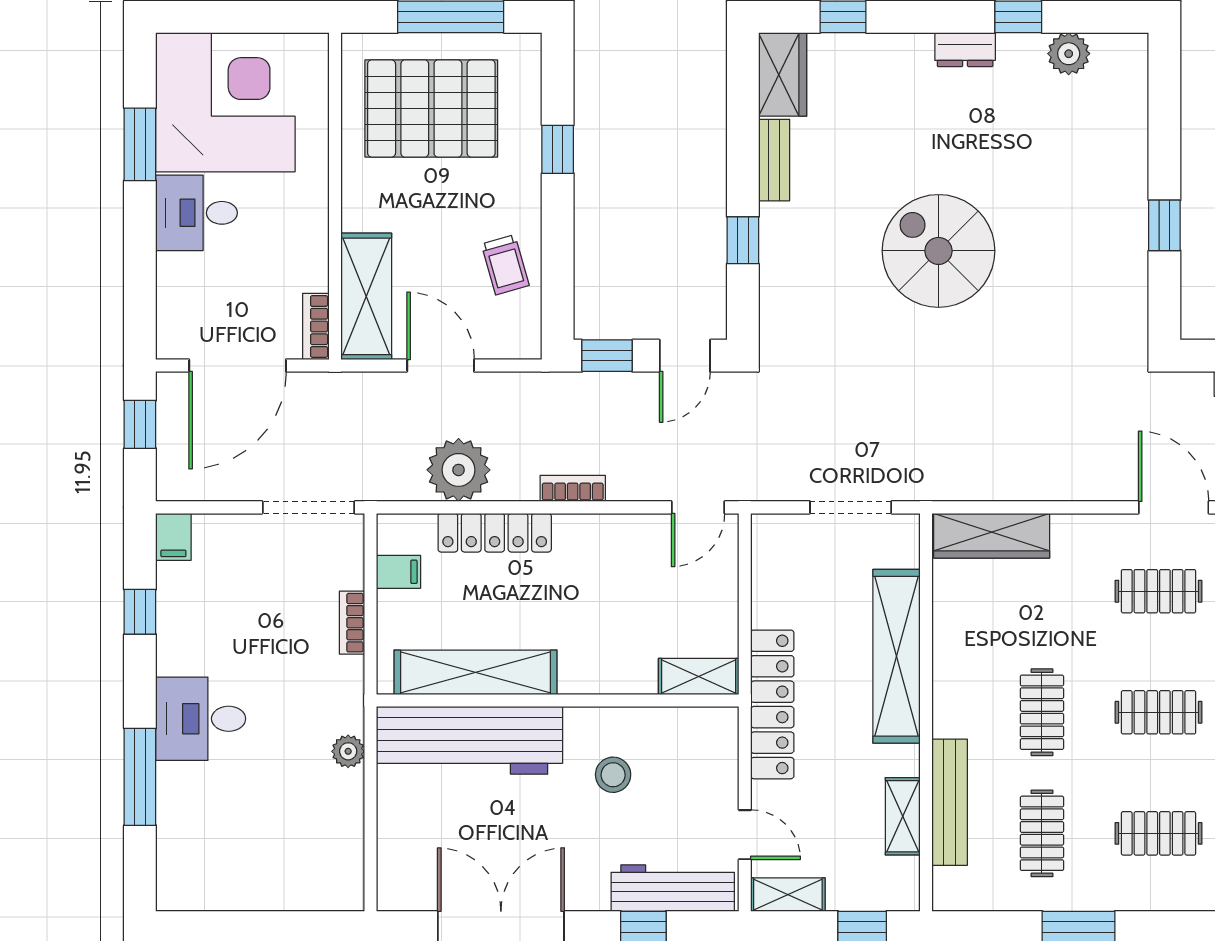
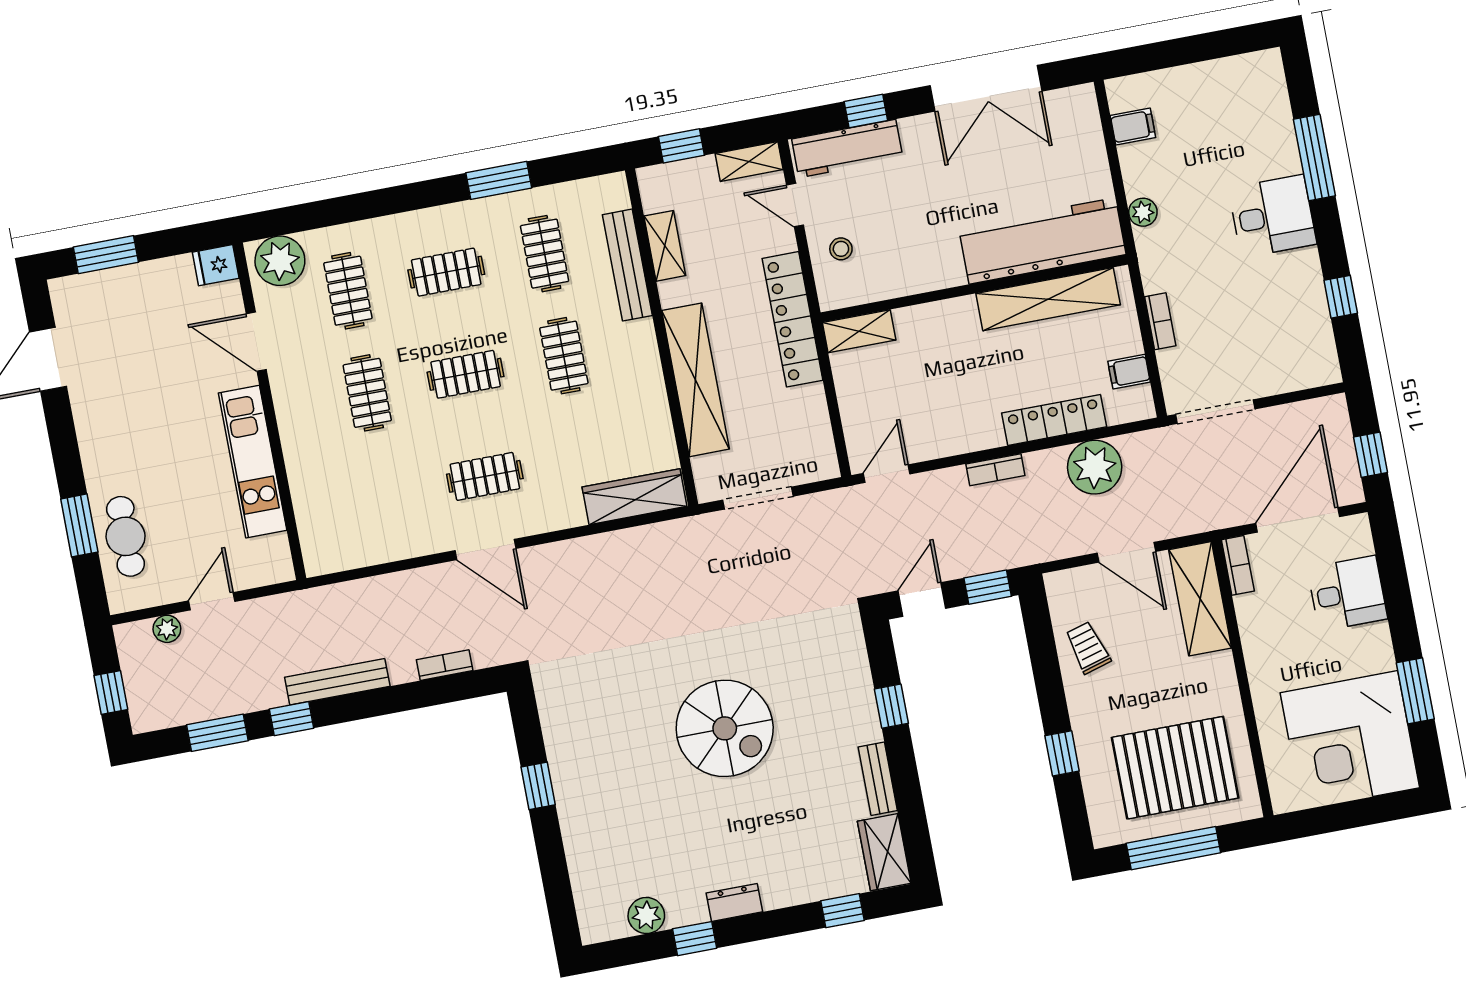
desk: (197, 213) -> (1347, 593), moved
filing cabinet: (173, 537) -> (1133, 126), moved, turned 90
stool: (613, 775) -> (841, 249), moved, width x0.73, depth x0.73

